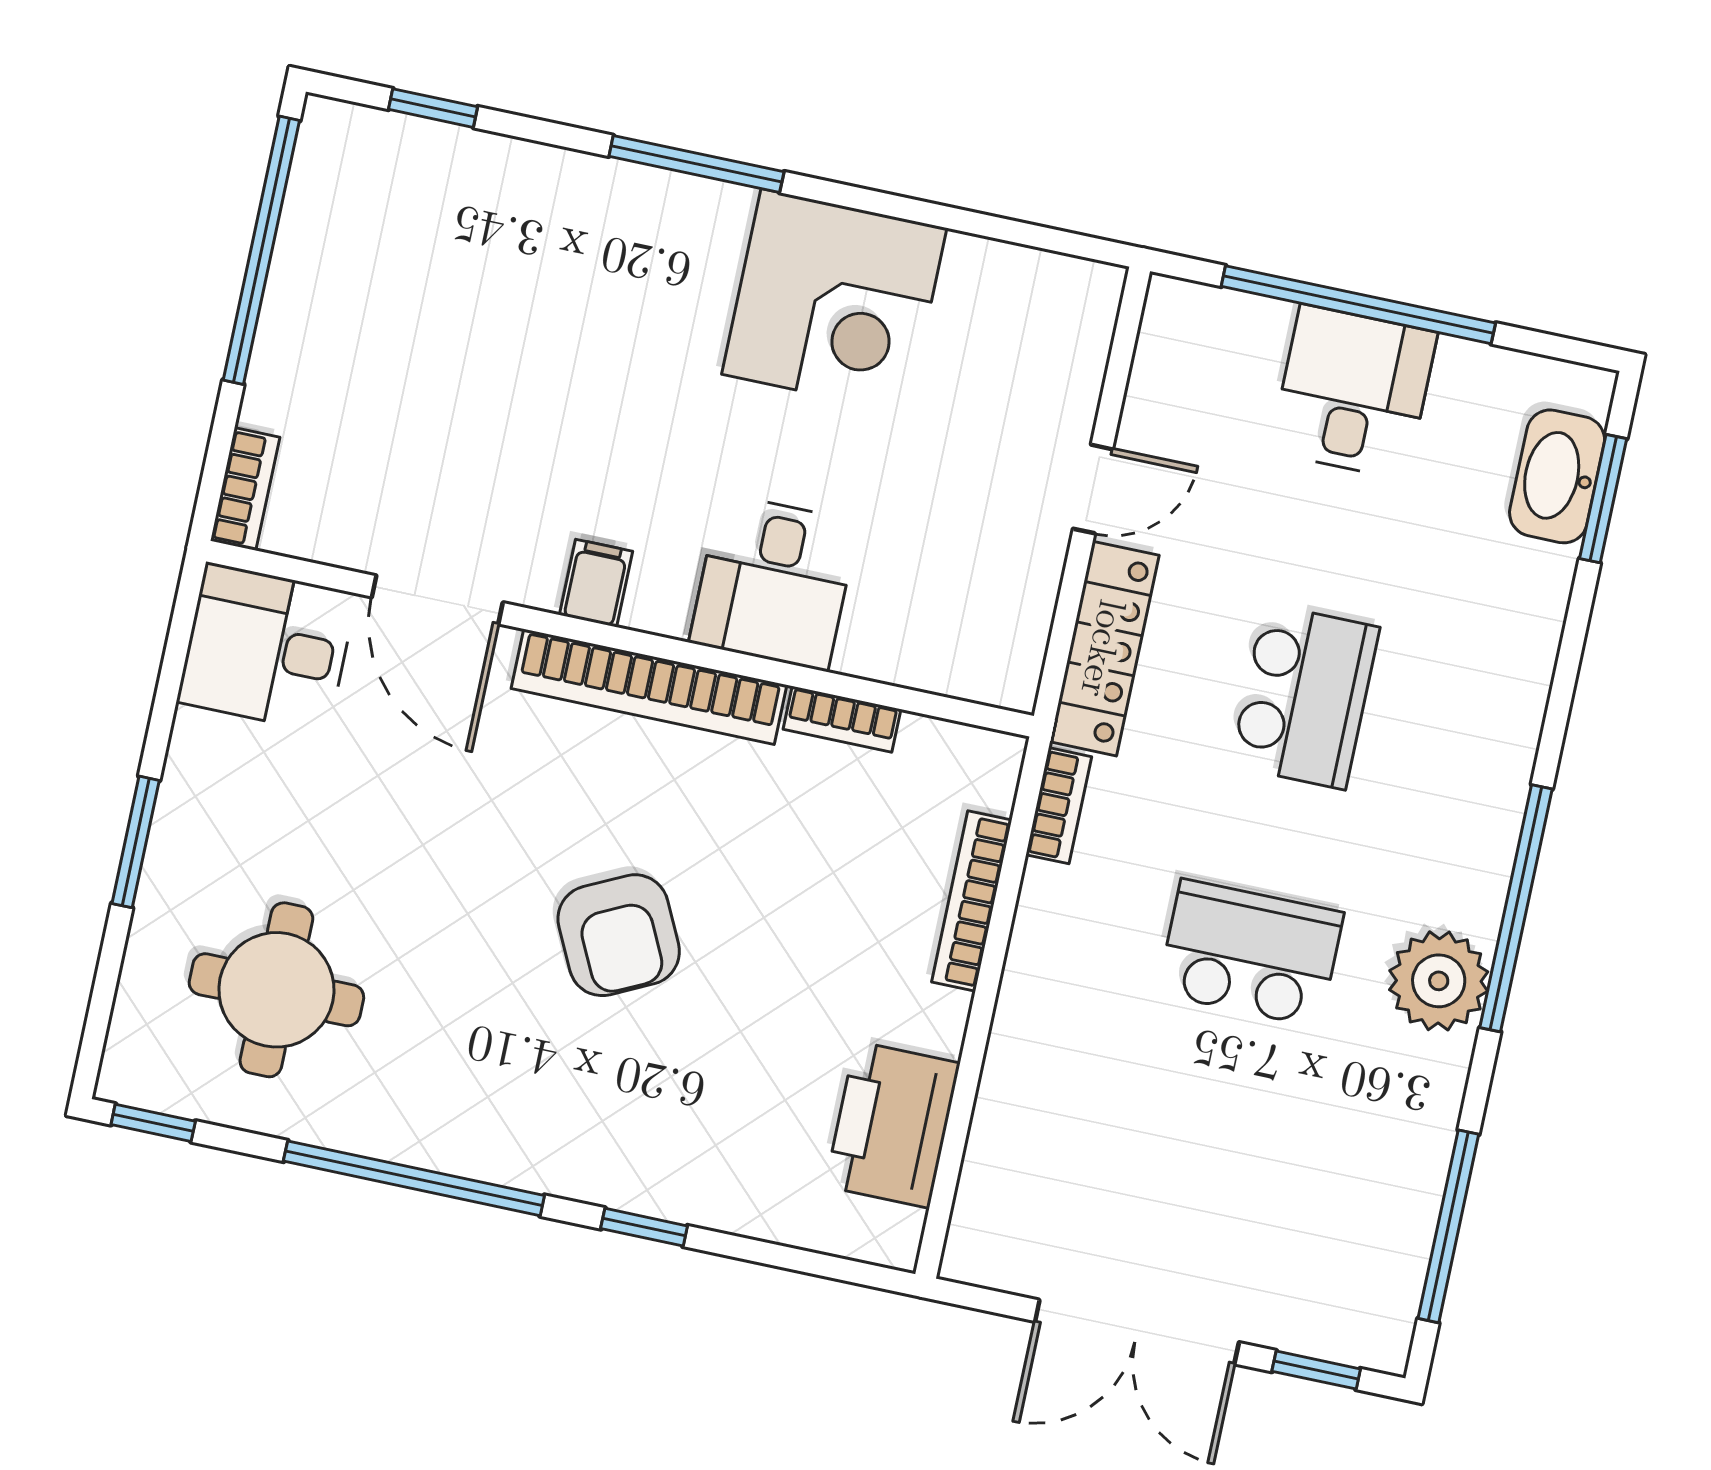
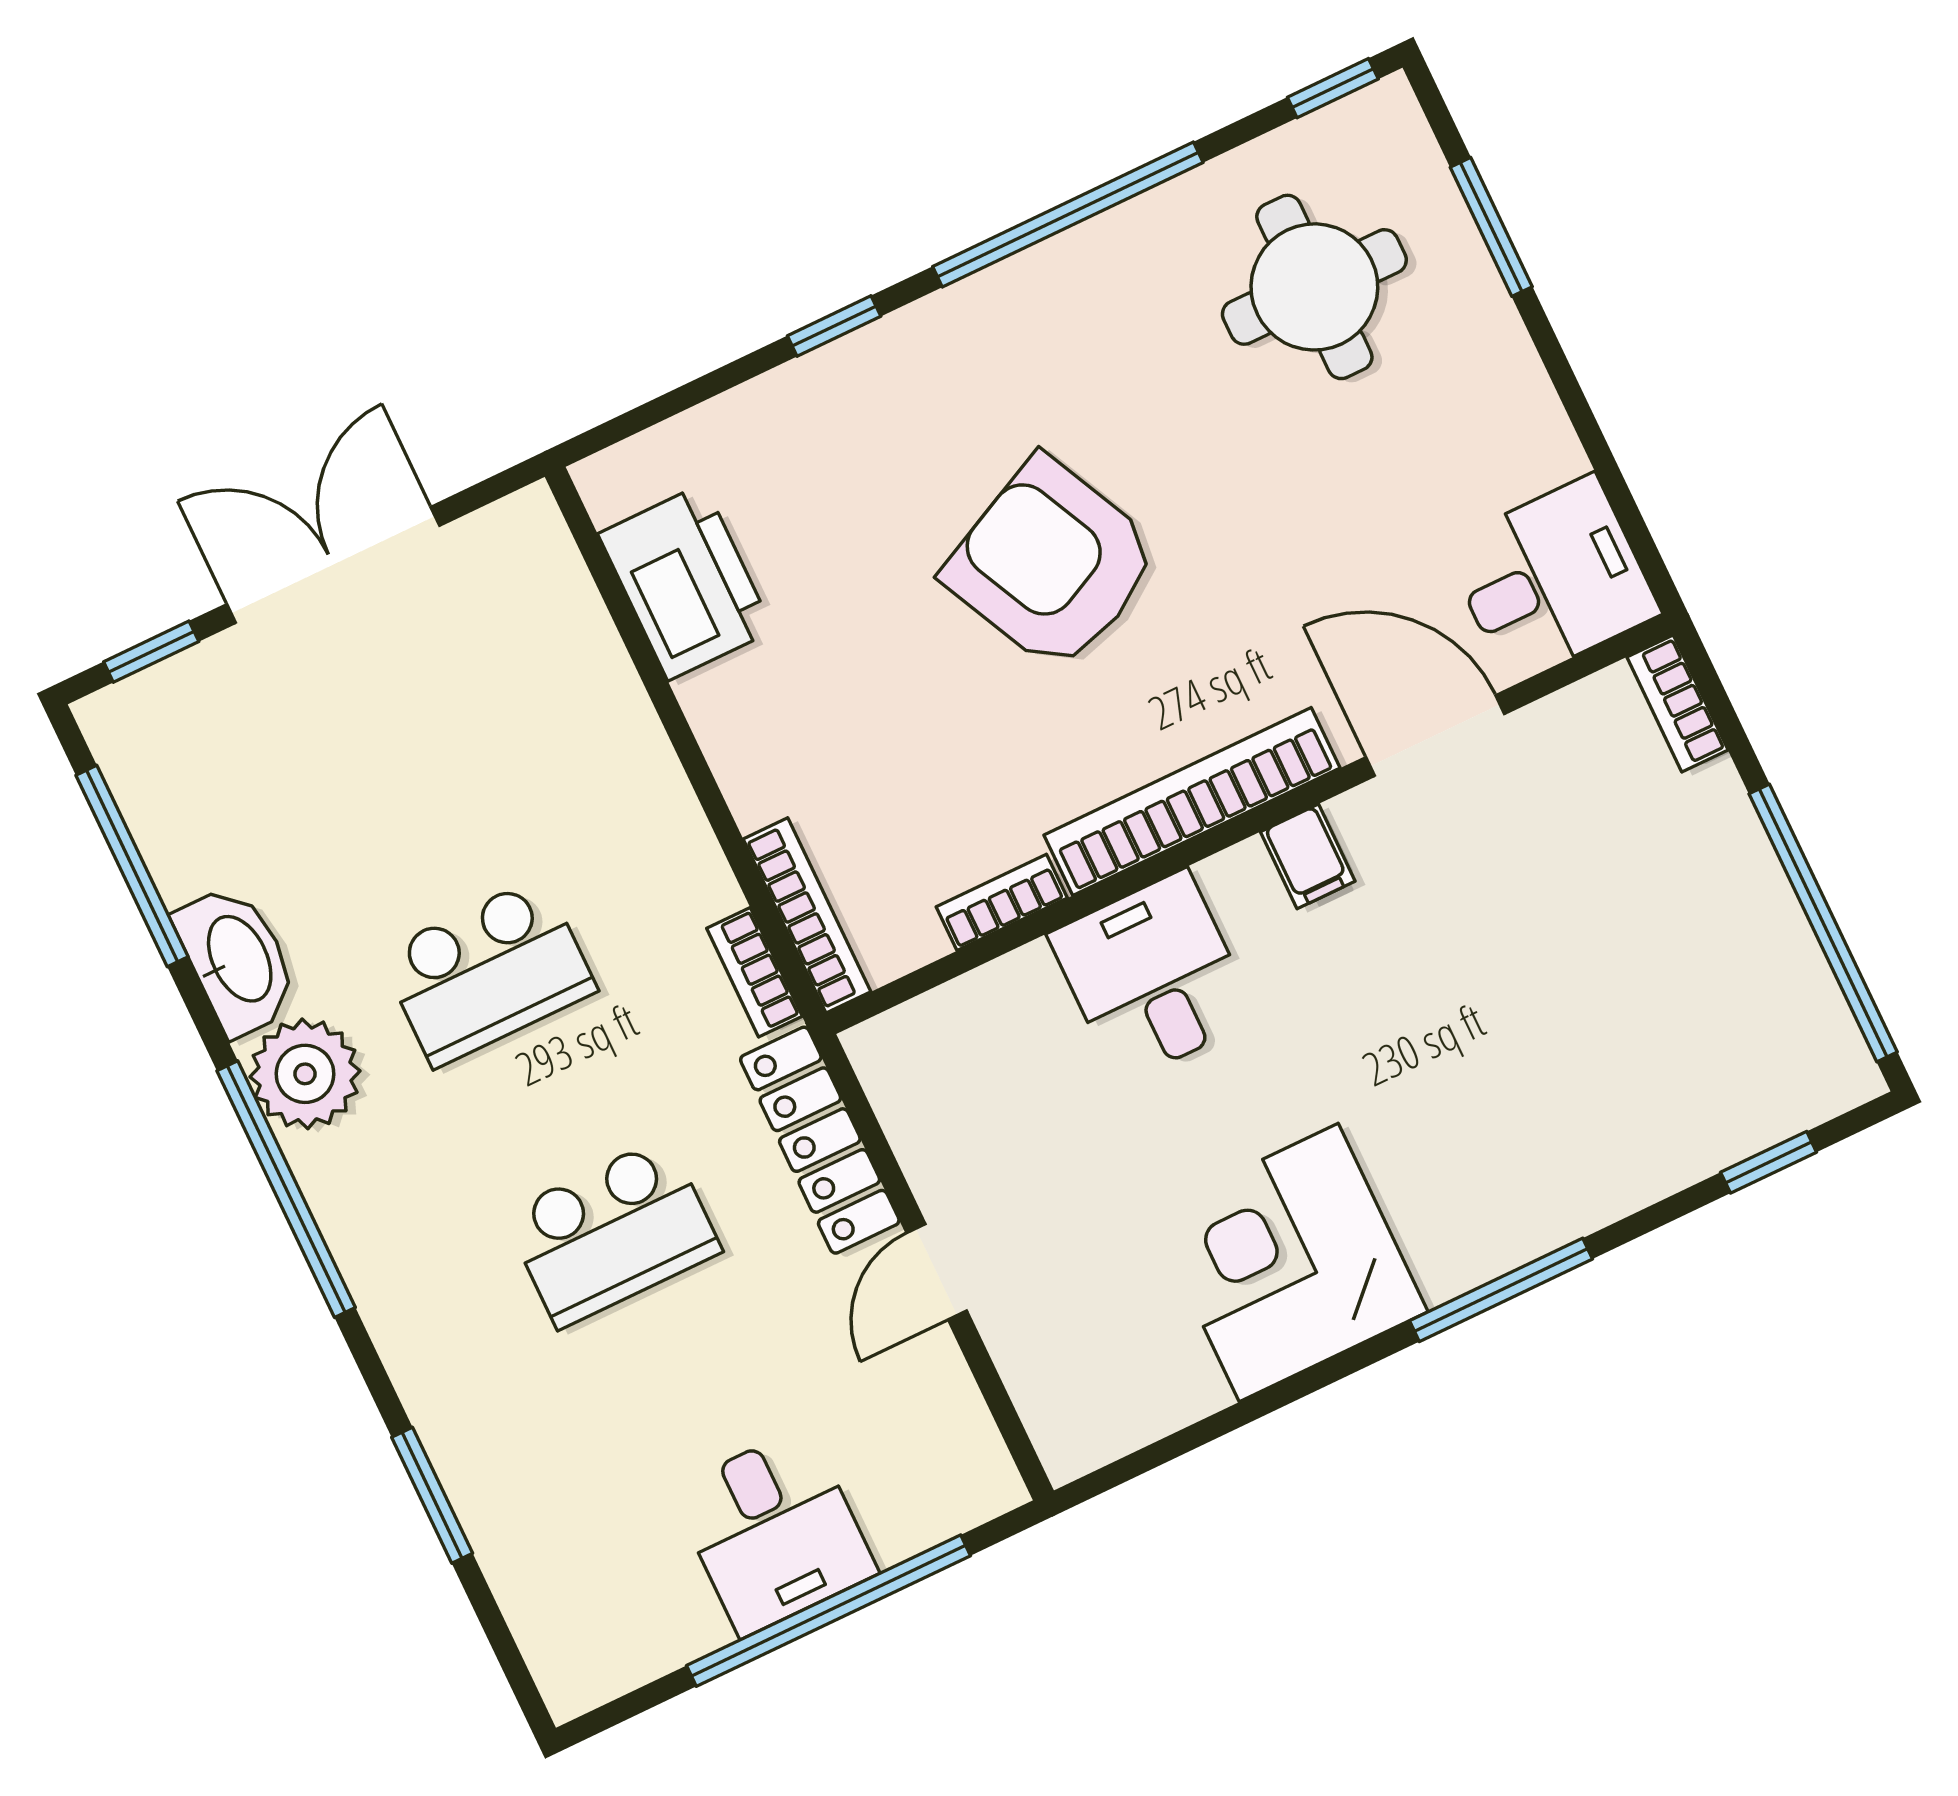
washbasin: (1557, 476) -> (237, 960), moved
window: (1603, 499) -> (432, 1495), moved
school desk: (1305, 696) -> (613, 1233), turned -90
window: (136, 842) -> (1491, 227), moved
bookcase: (972, 901) -> (807, 915), moved
armchair: (619, 935) -> (1052, 564), width x1.36, depth x1.36

